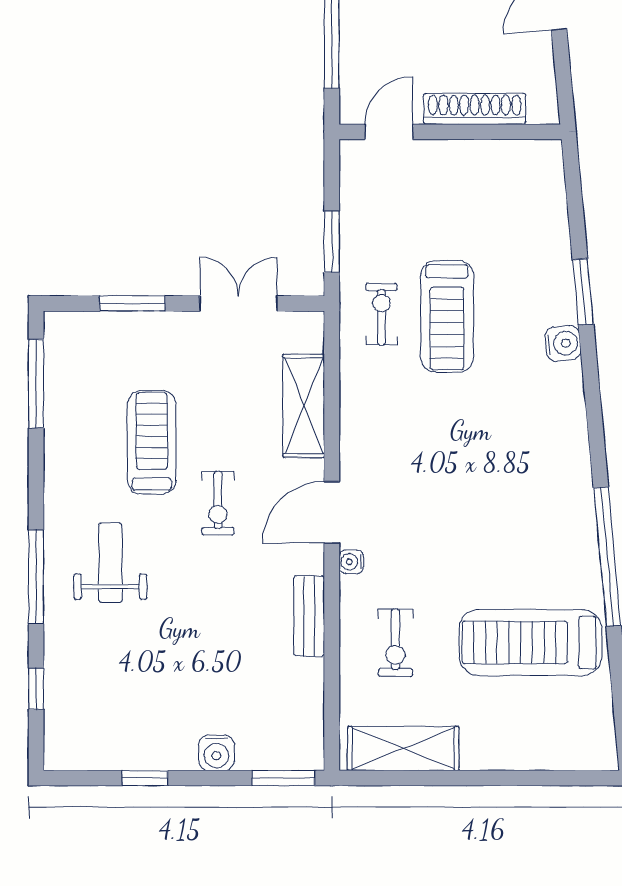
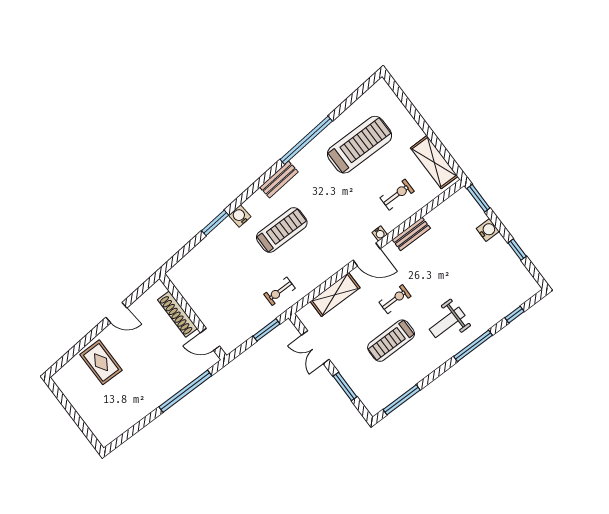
treadmill: (447, 316) -> (282, 230), moved
bench: (575, 458) -> (279, 180), added
treadmill: (530, 643) -> (360, 145), turned -90

